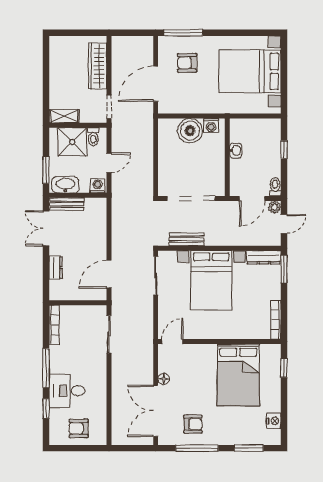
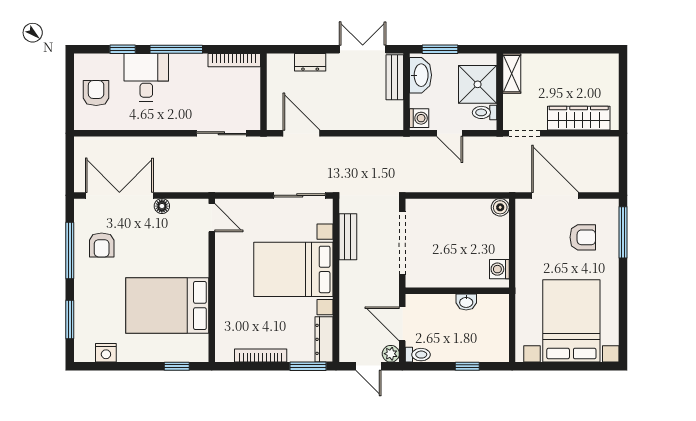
armchair: (187, 63) -> (583, 237), turned 90
boiler: (190, 131) -> (500, 207), moved, width x0.54, depth x0.54
bookcase: (276, 320) -> (261, 356), moved

